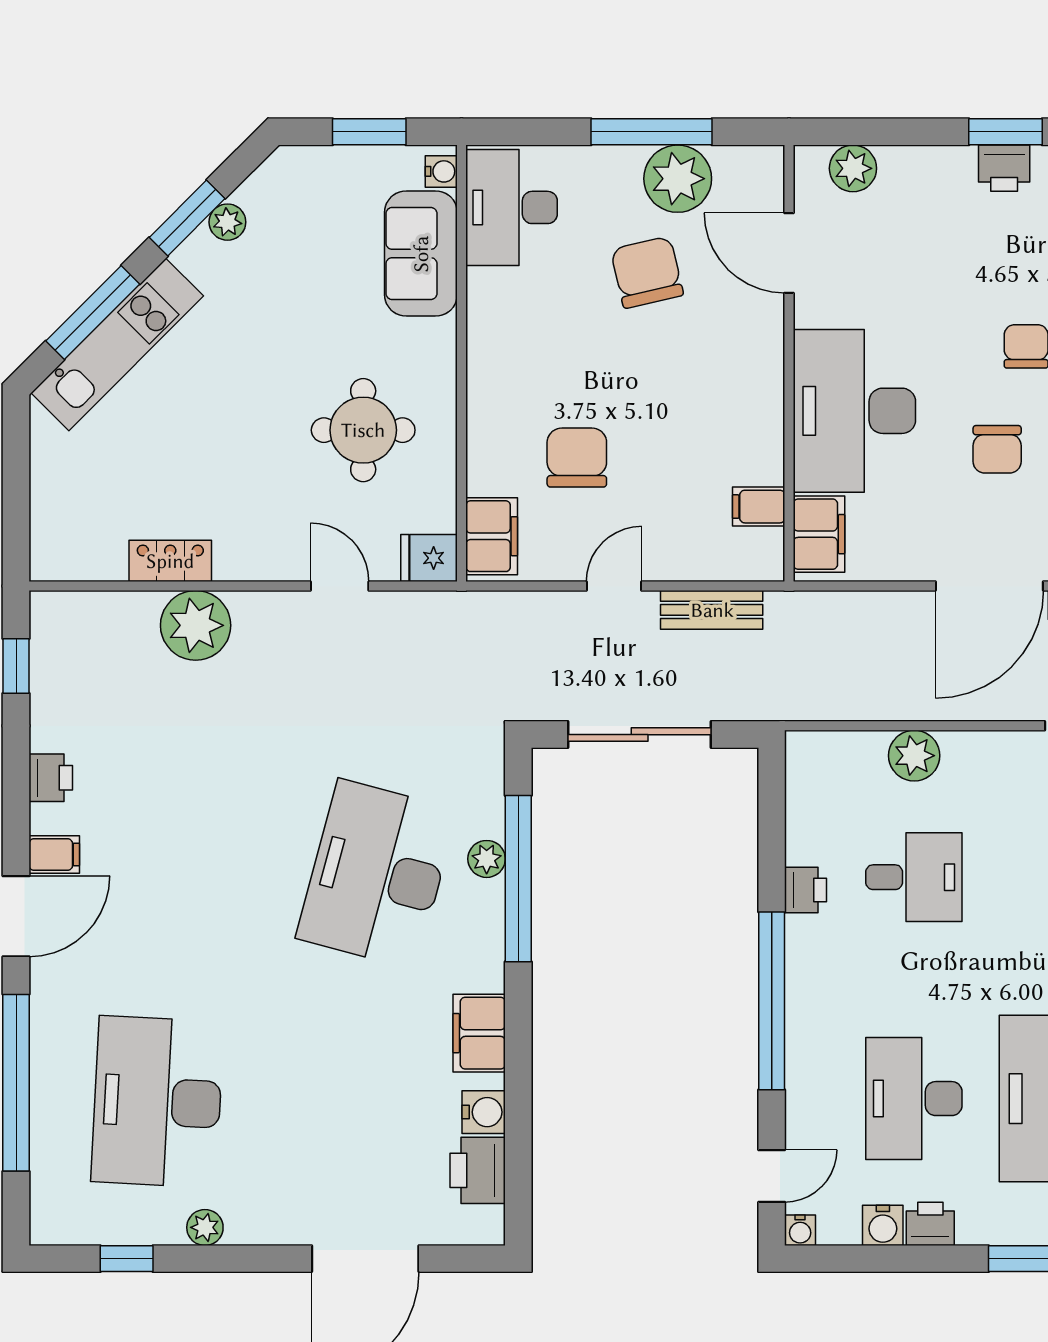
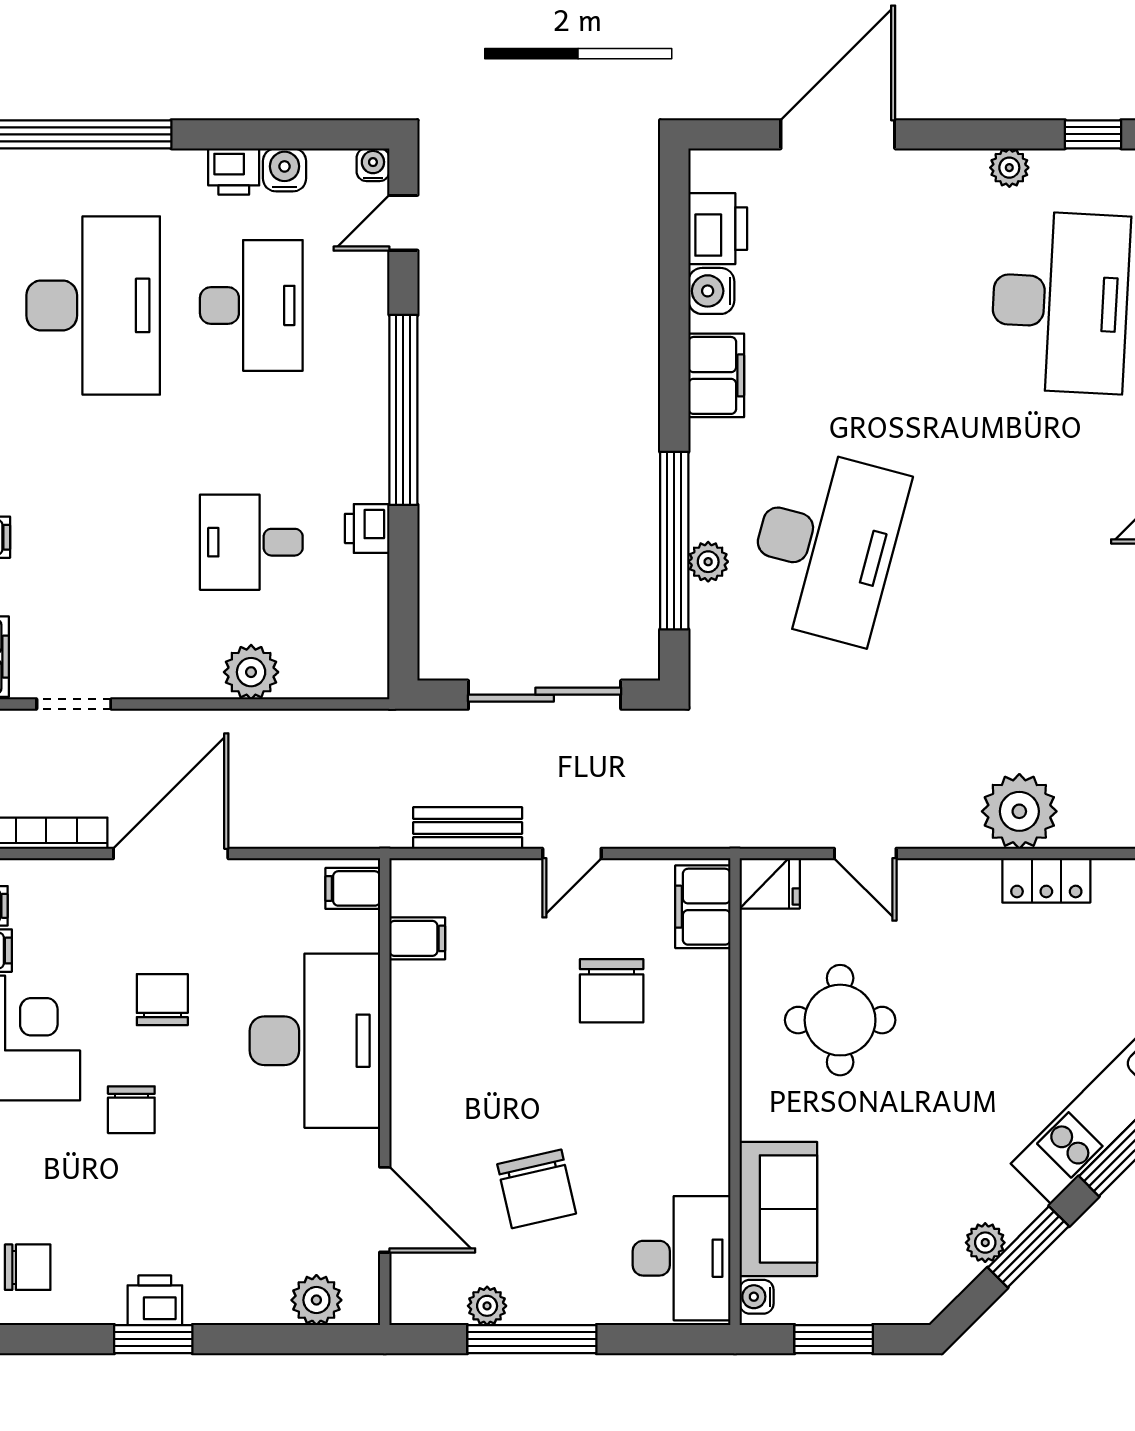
plant: (678, 179) -> (487, 1306), width x0.53, depth x0.53
filing cabinet: (819, 534) -> (353, 888), width x0.50

